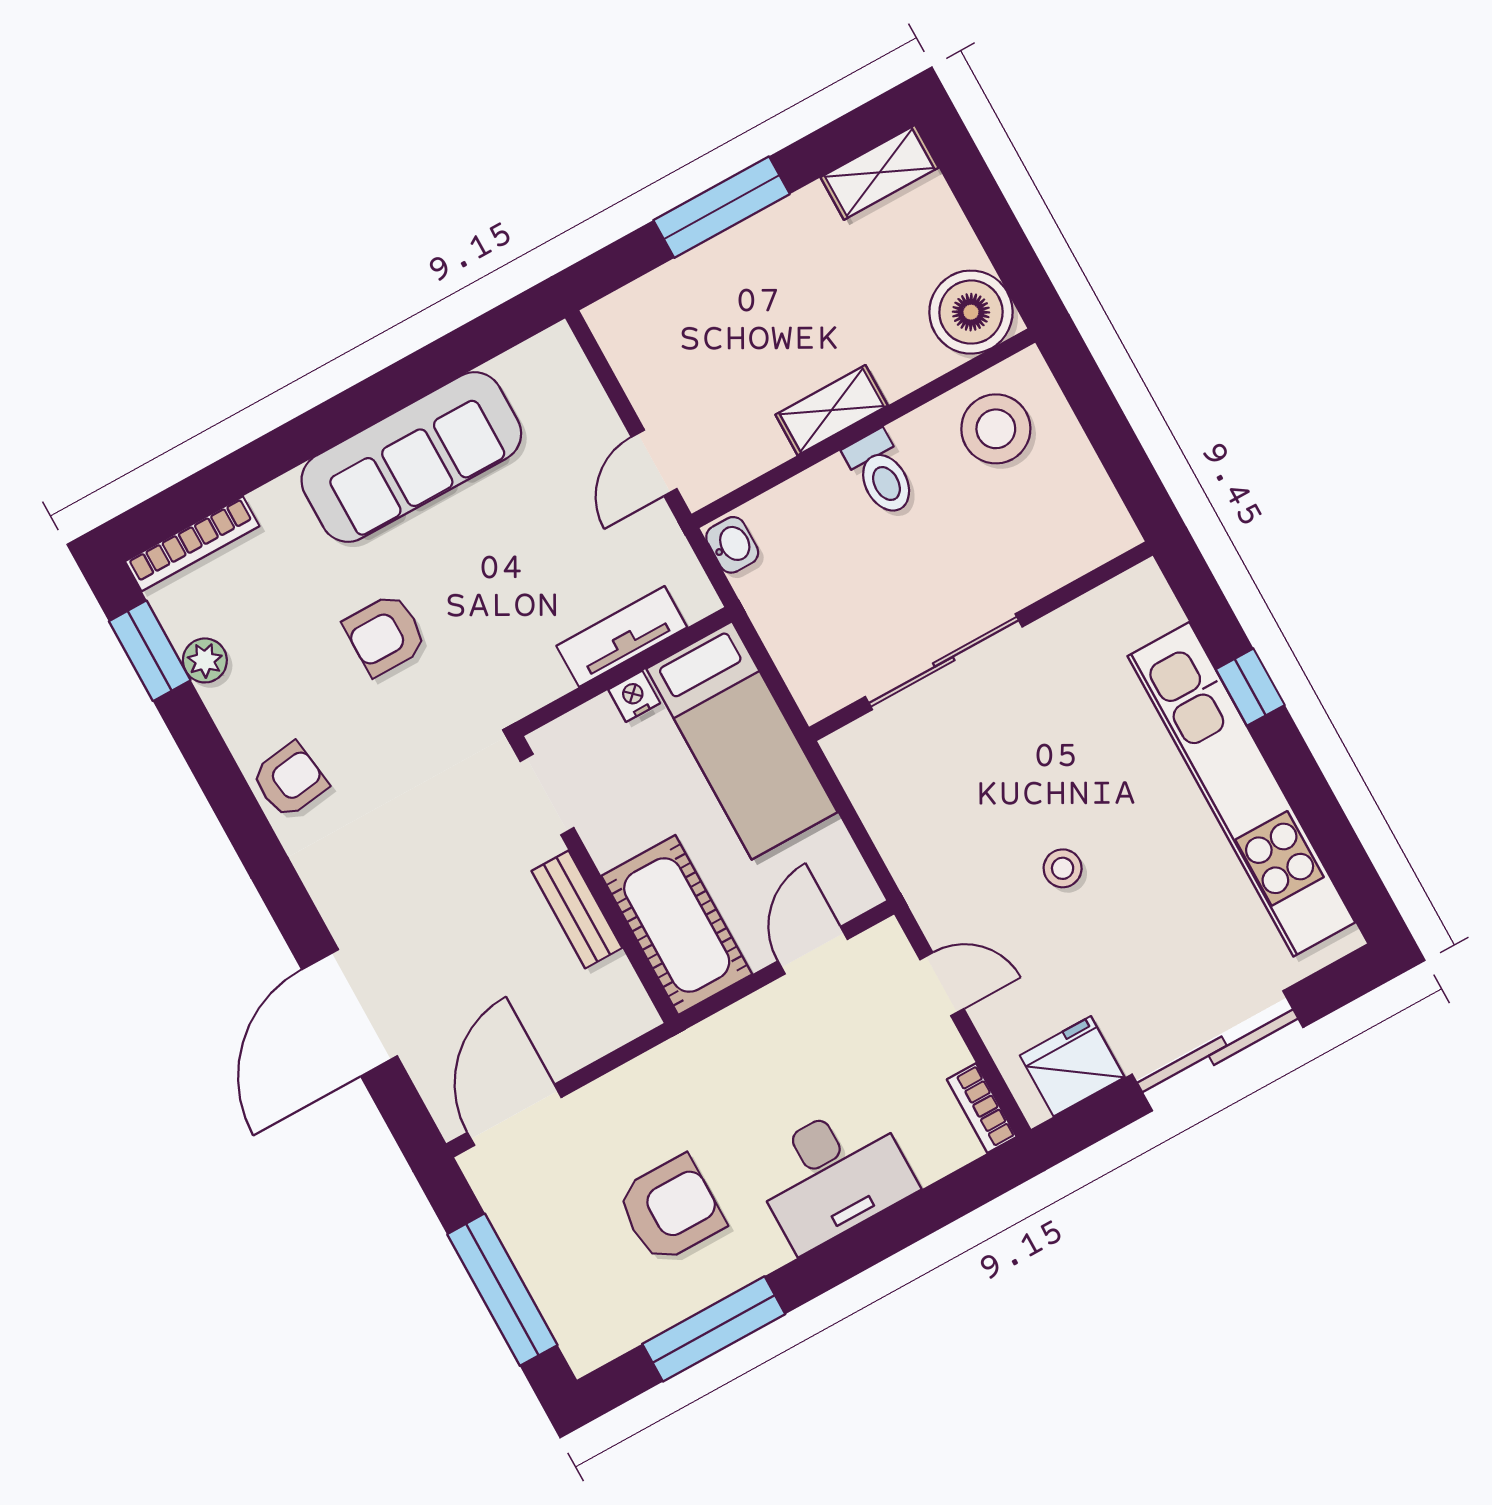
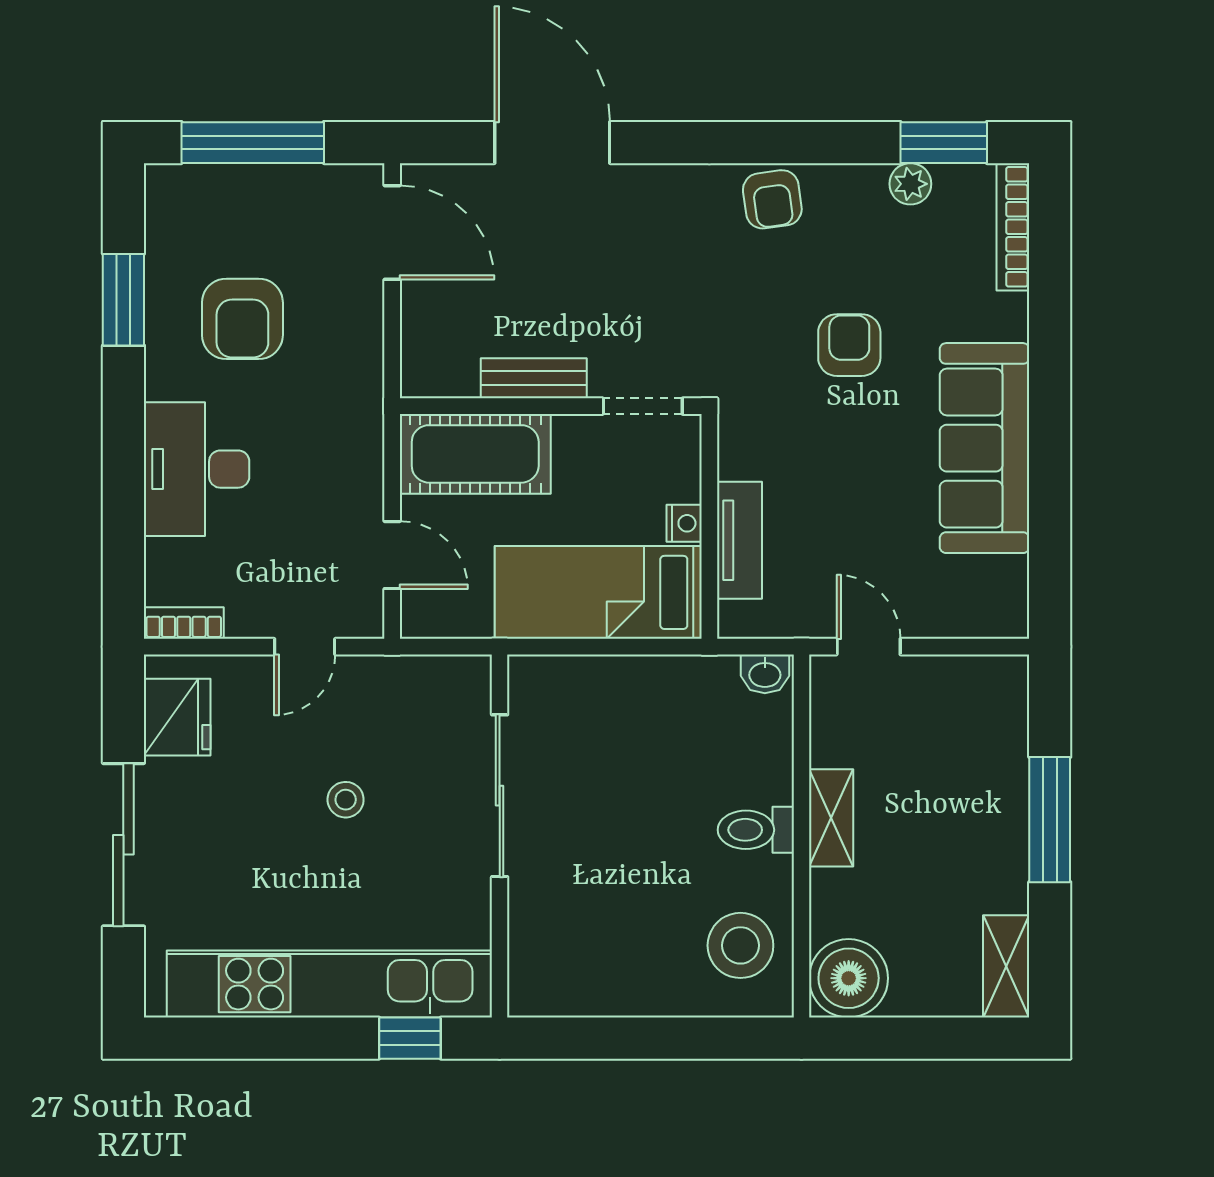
wall: (981, 641) -> (500, 836), moved
sliding door: (944, 662) -> (500, 796), moved
window: (714, 1329) -> (123, 300), width x0.69

